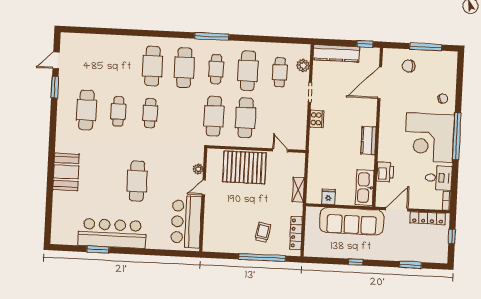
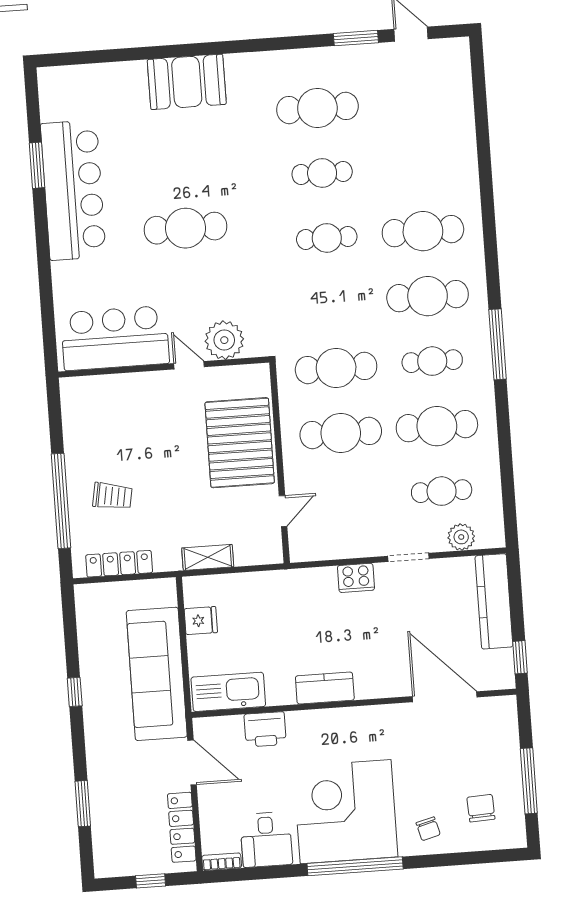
chair: (409, 66) -> (481, 808), moved
plant: (198, 169) -> (224, 340), width x1.87, depth x1.87

